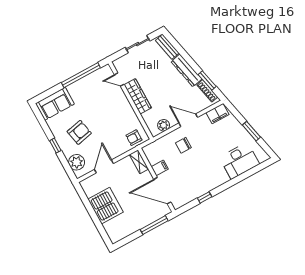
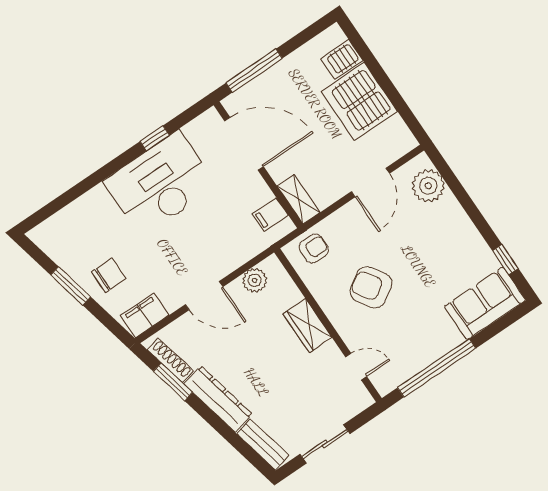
wardrobe: (138, 96) -> (307, 326), width x0.67
armchair: (79, 132) -> (371, 287), moved, turned 69
chair: (183, 145) -> (109, 275), moved
window: (55, 146) -> (505, 260), moved
desk: (239, 161) -> (160, 184), moved, width x1.36, depth x1.30
filing cabinet: (160, 168) -> (270, 214), moved
server rack: (112, 226) -> (342, 60), added

